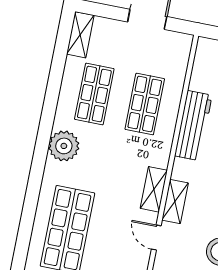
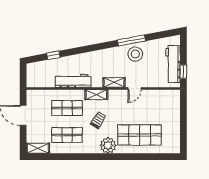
plant: (64, 146) -> (108, 145), moved
trolley: (110, 158) -> (98, 120), added
shelving: (154, 189) -> (96, 95), moved

